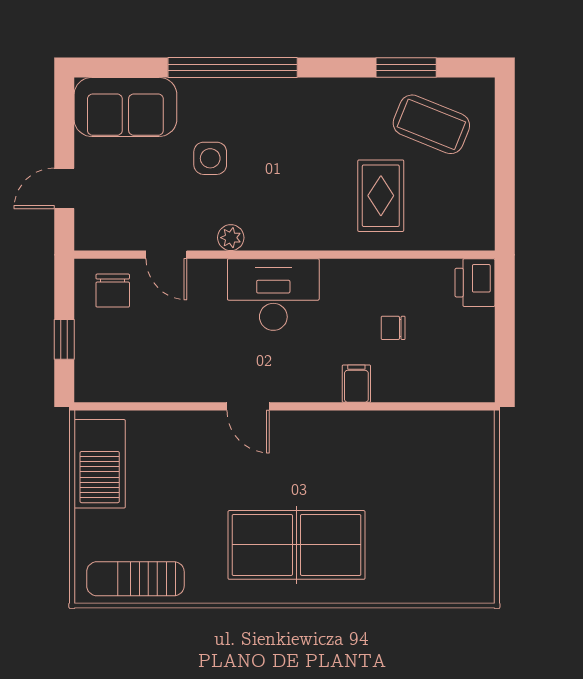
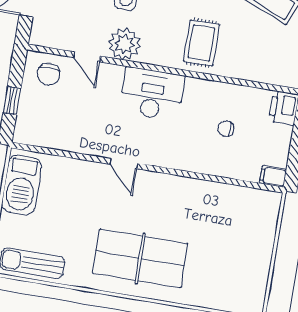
rug: (381, 196) -> (201, 43), moved
plant: (231, 238) -> (124, 44), width x1.87, depth x1.87
filing cabinet: (356, 384) -> (273, 176), moved, turned -90

